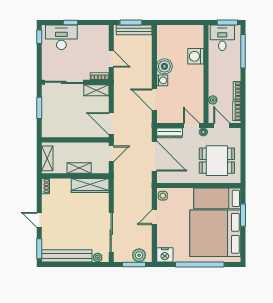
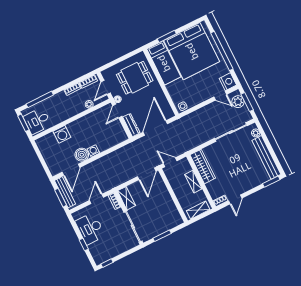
desk: (61, 37) -> (90, 229), moved
door: (154, 100) -> (71, 170), moved
dining table: (217, 161) -> (135, 78), turned 90
door: (154, 217) -> (220, 96), moved
door: (39, 220) -> (235, 199), moved

